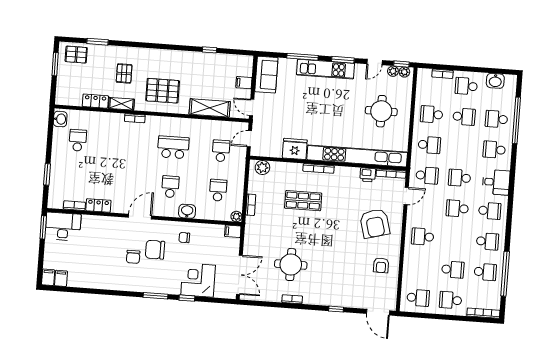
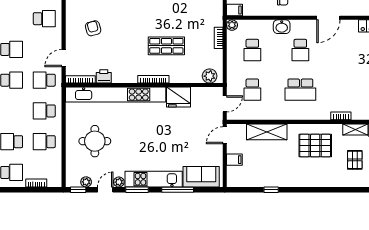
plant: (404, 72) -> (119, 182), moved
sofa: (266, 75) -> (201, 177), moved, turned 90
door: (252, 108) -> (225, 135), swing flipped
school desk: (432, 114) -> (44, 142), turned 180
armchair: (375, 223) -> (93, 28), width x0.53, depth x0.53

